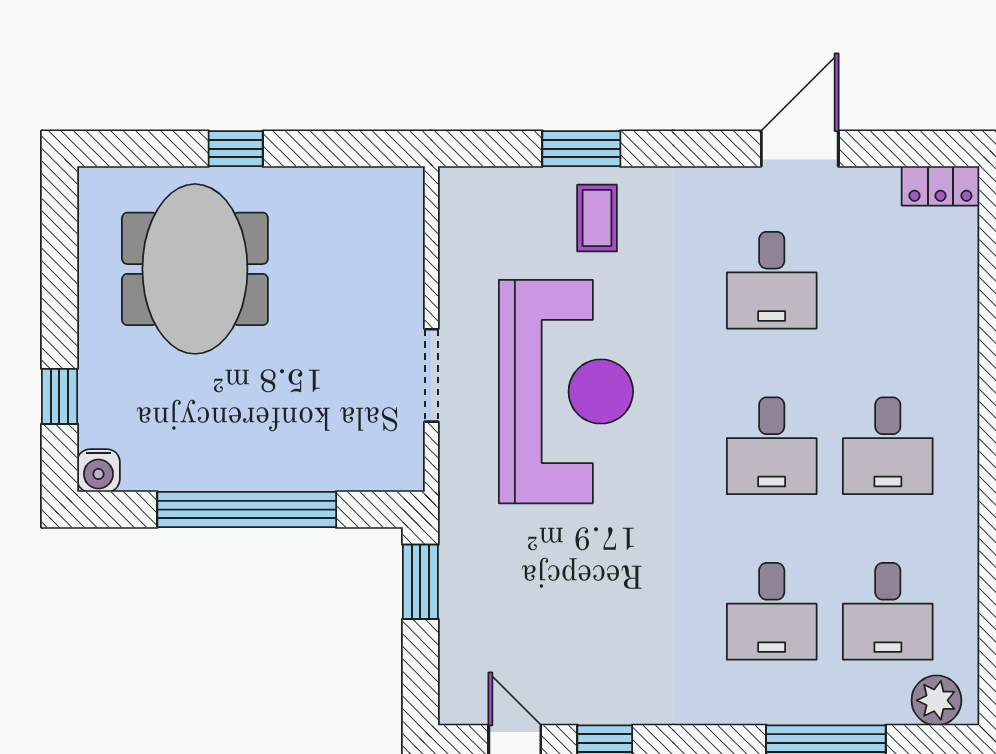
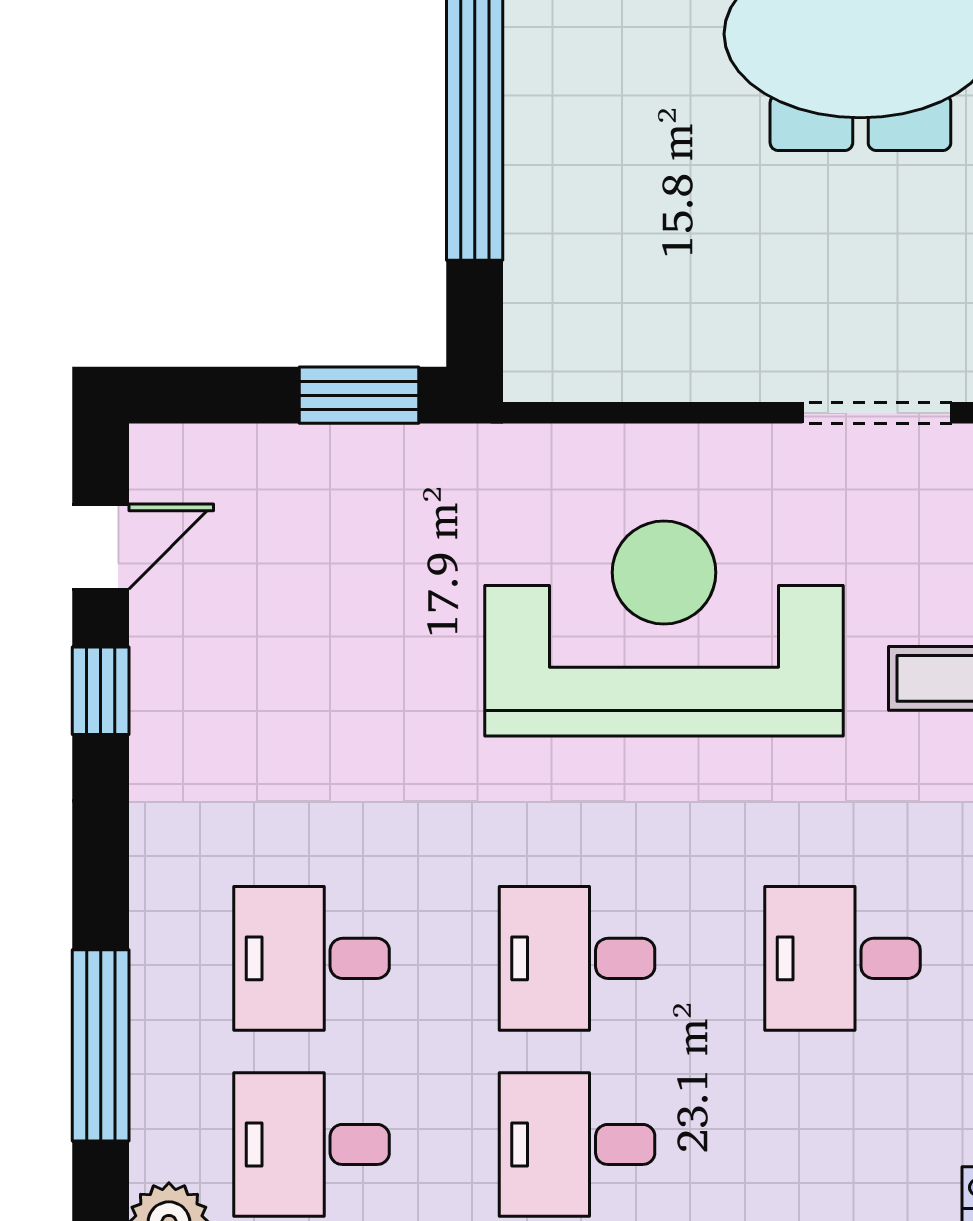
doorway: (431, 375) -> (877, 413), moved
reception desk: (566, 392) -> (664, 628), turned 180

